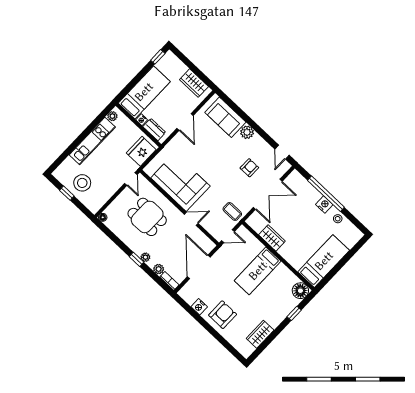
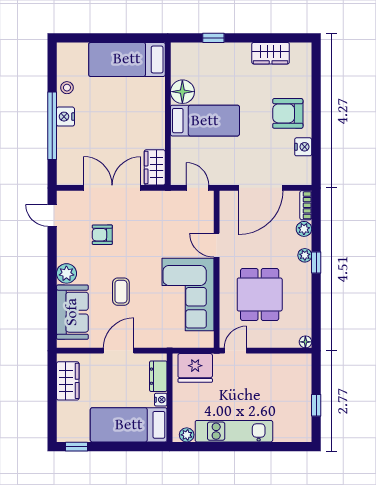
door: (282, 152) -> (52, 215), swing flipped
stool: (82, 183) -> (289, 399), removed
coffee table: (232, 211) -> (121, 292), moved
wardrobe: (272, 238) -> (155, 167), moved
floor lamp: (300, 291) -> (182, 92), moved

